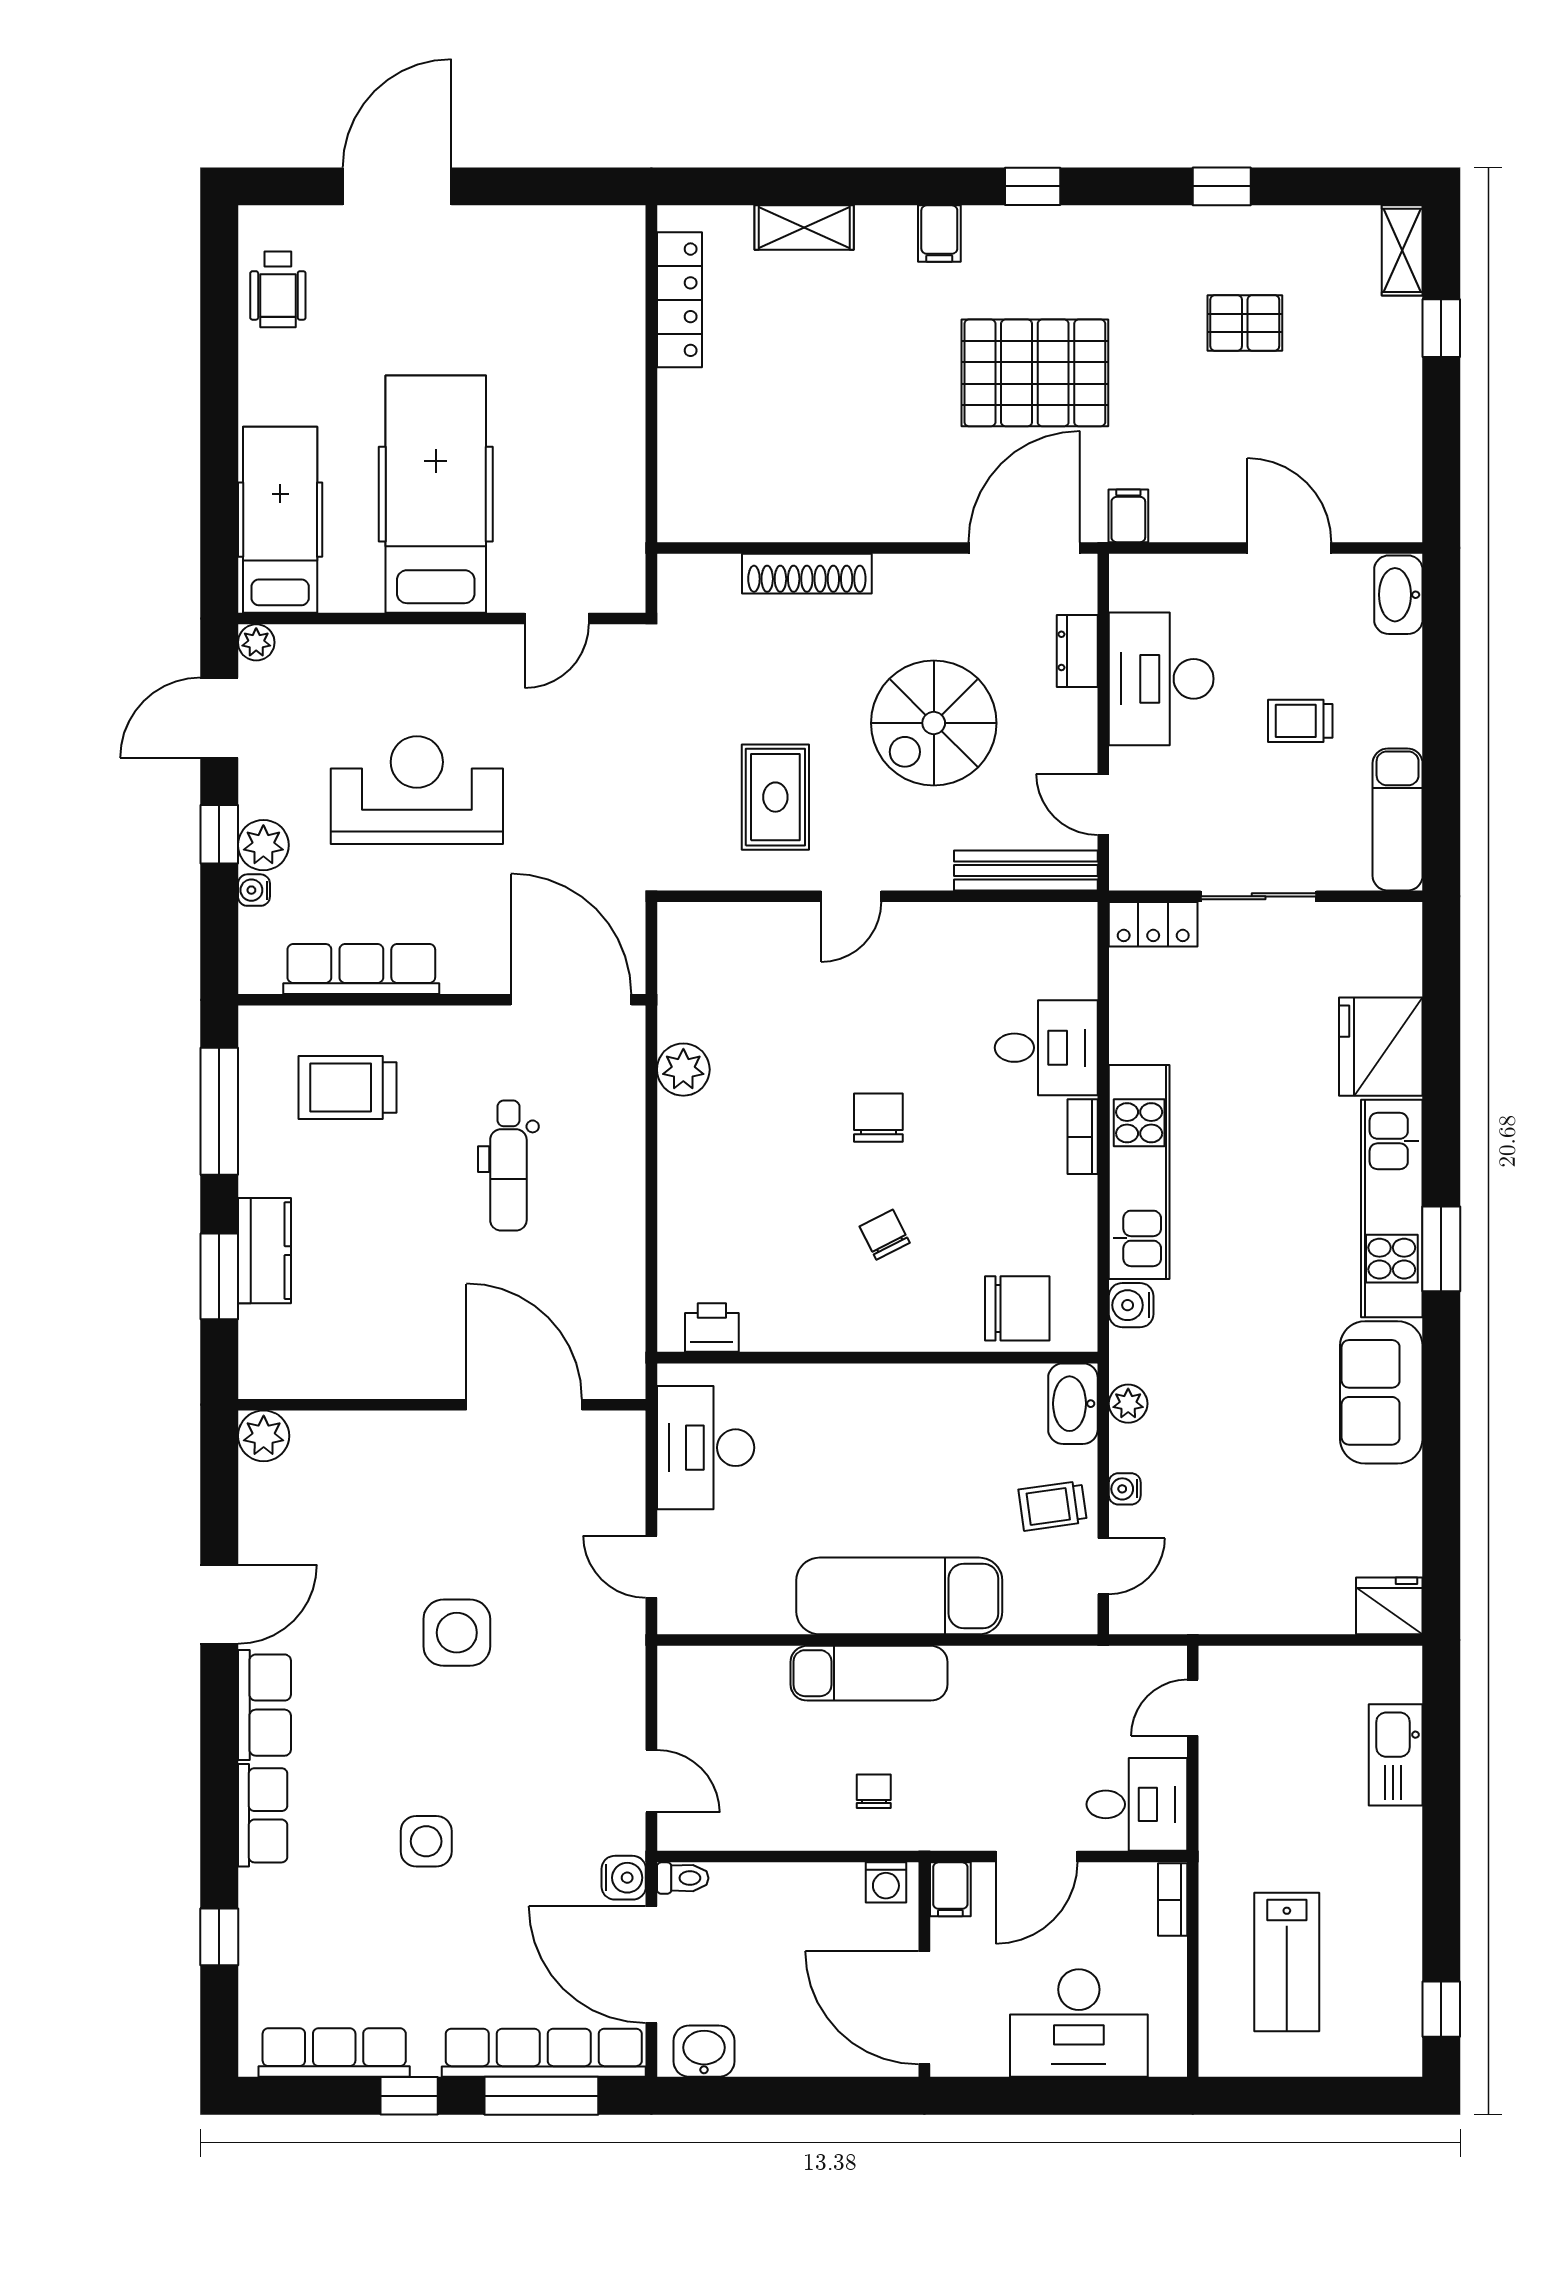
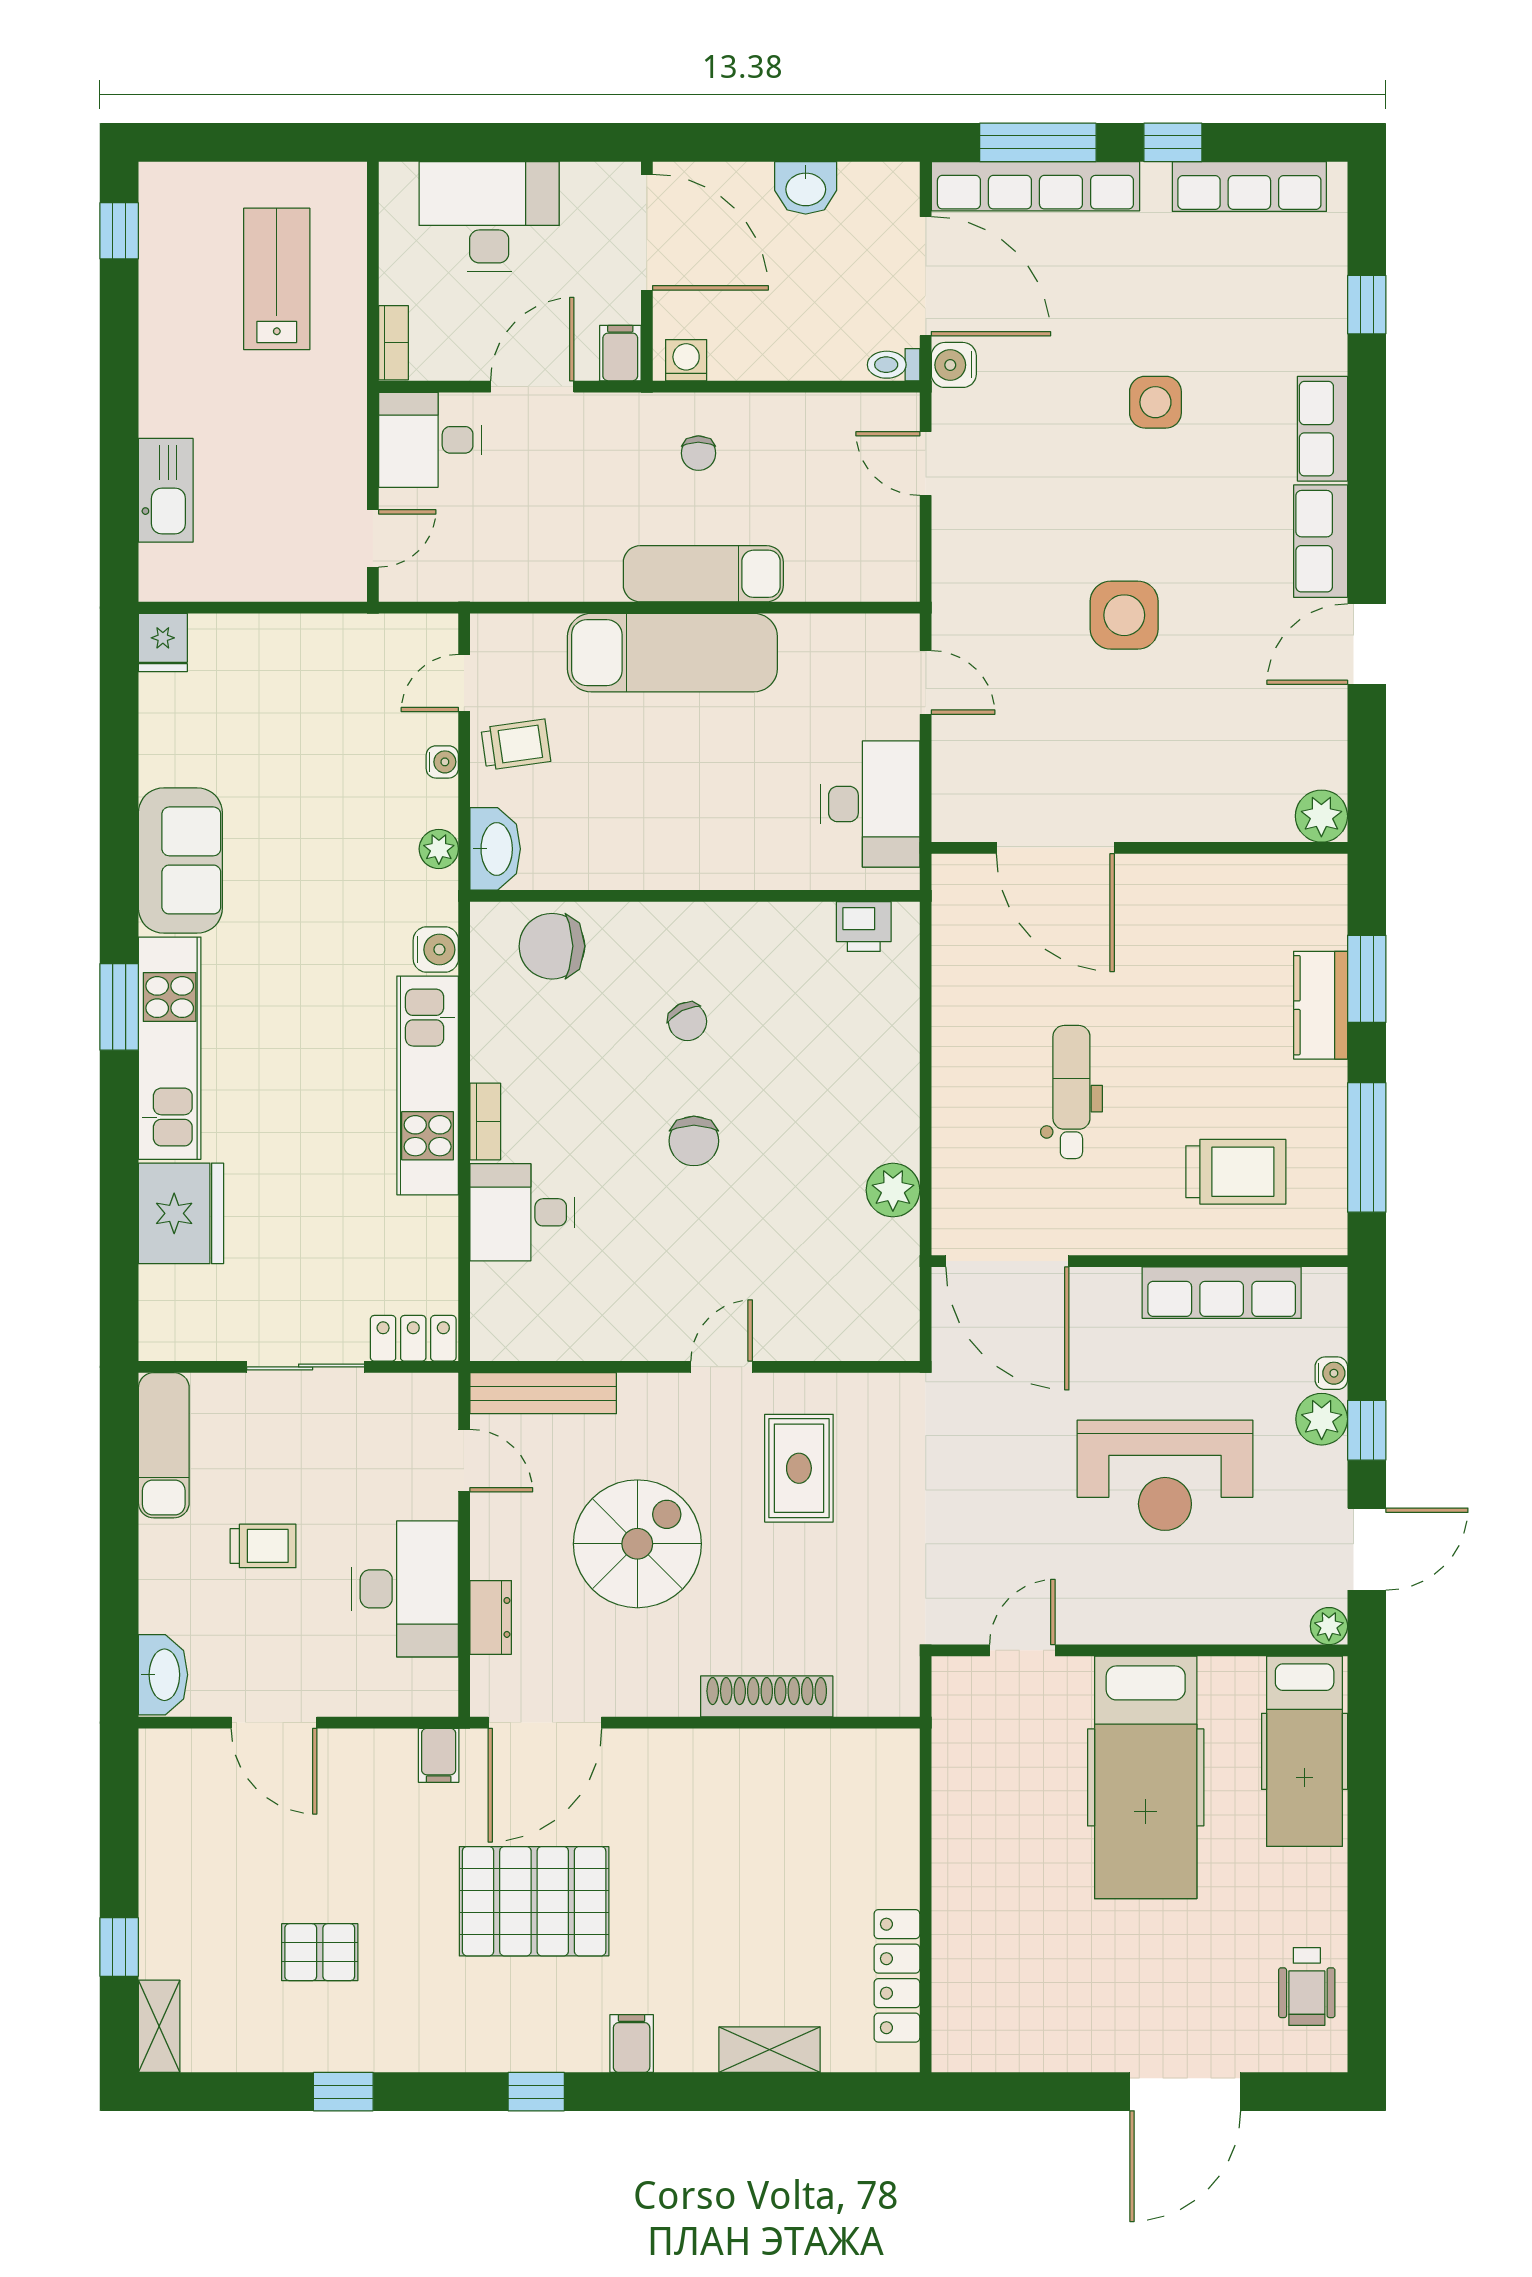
wheelchair: (278, 289) -> (1307, 1986), turned 180
fridge: (1389, 1606) -> (163, 643), width x0.72
washbasin: (704, 2051) -> (806, 188), moved

